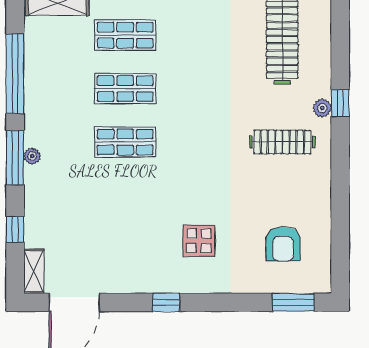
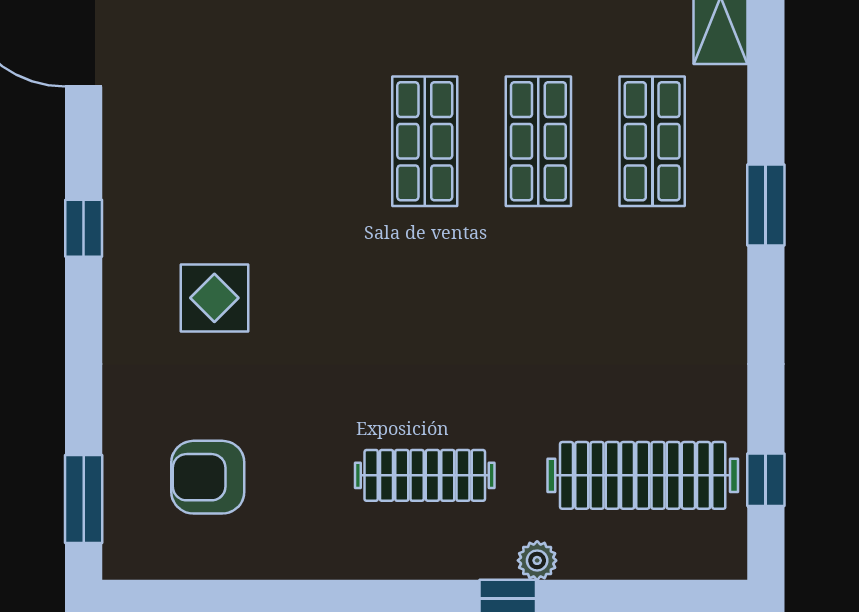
plant: (322, 108) -> (537, 560), moved
clothes rail: (282, 142) -> (425, 475), turned 90

